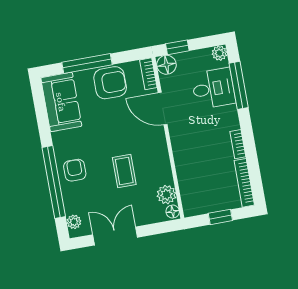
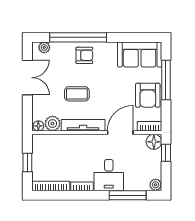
desk: (213, 89) -> (109, 175), moved
tv unit: (162, 156) -> (83, 125), added

